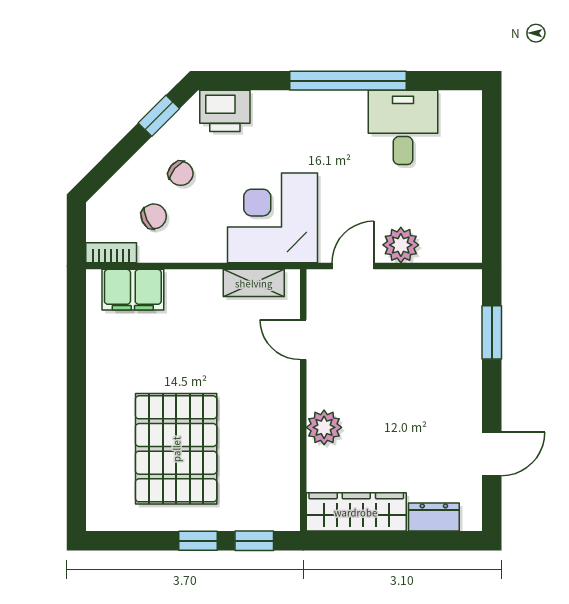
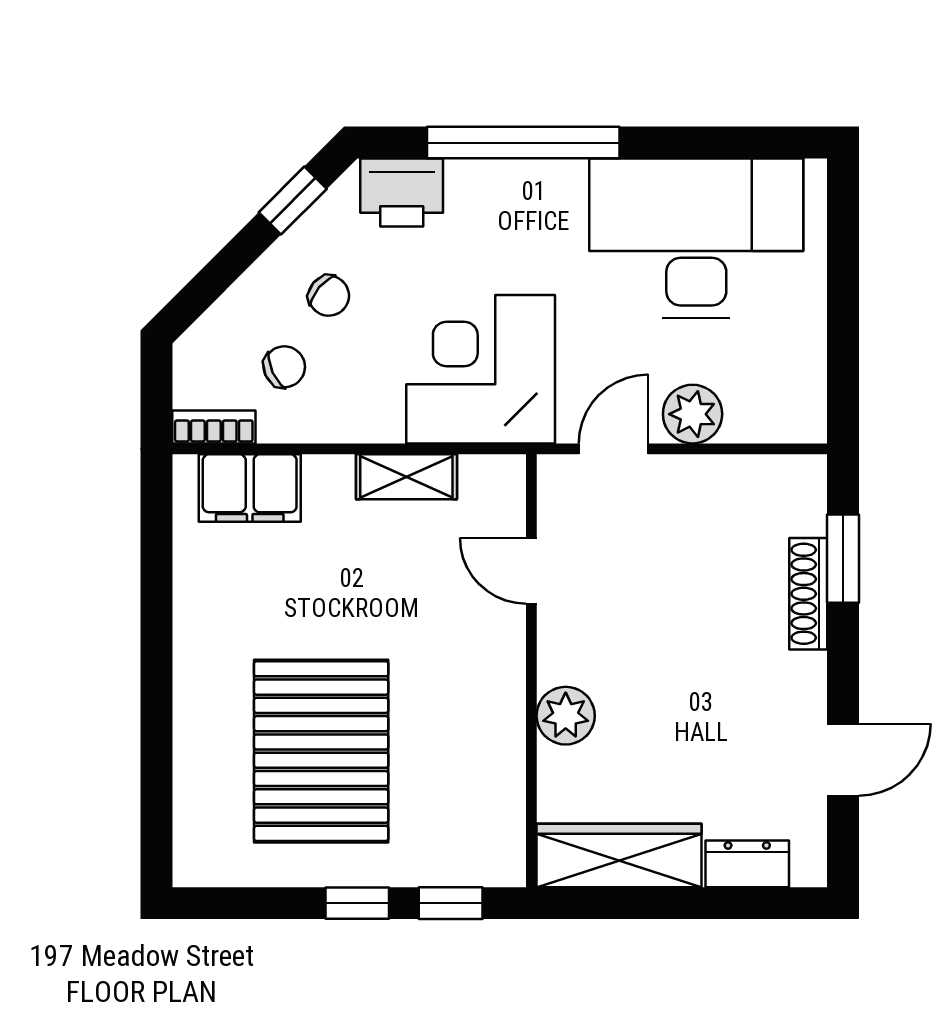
window: (348, 81) -> (523, 143), moved
desk: (403, 127) -> (696, 238), width x1.87, depth x1.30
shelving: (254, 283) -> (406, 477), moved
shoe rack: (471, 354) -> (808, 594), added

